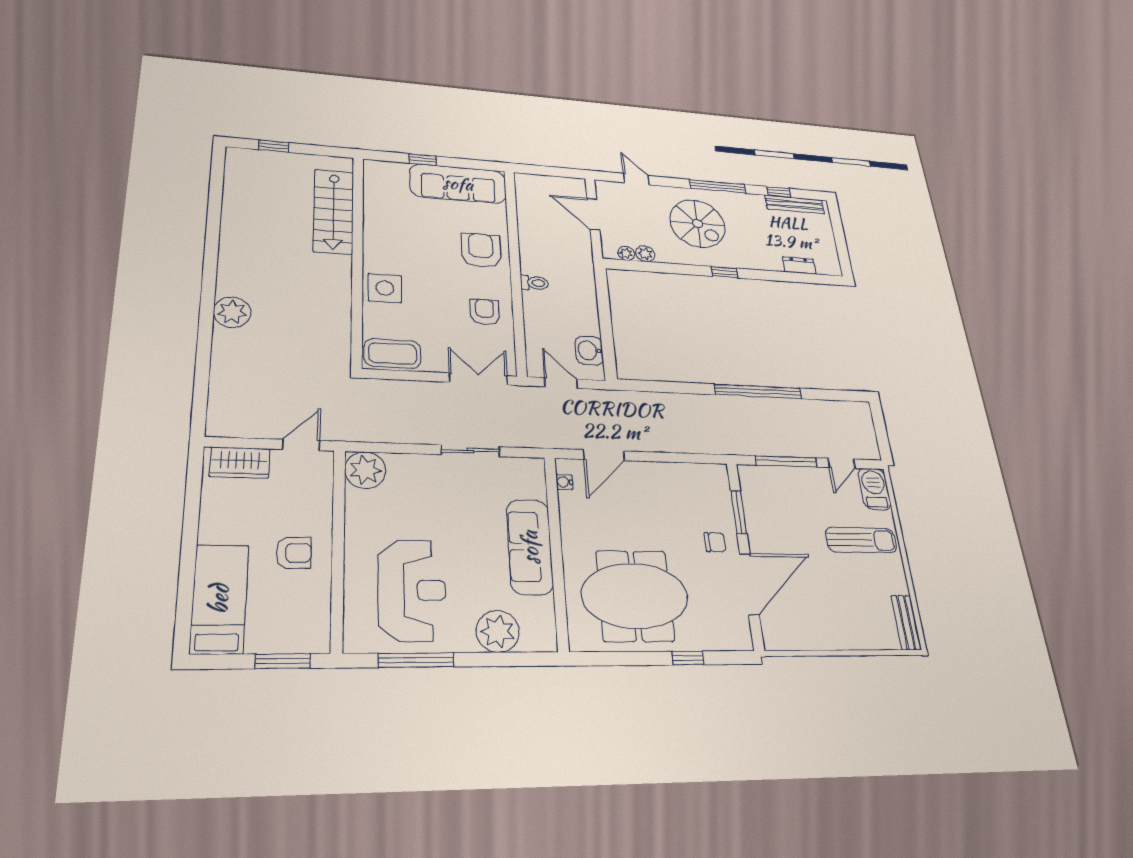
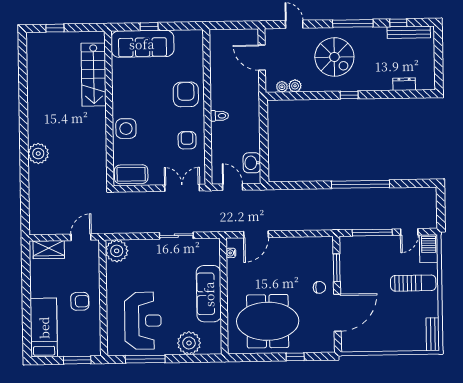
sofa: (458, 184) -> (142, 44), moved

